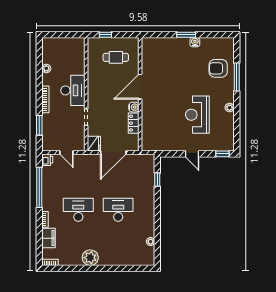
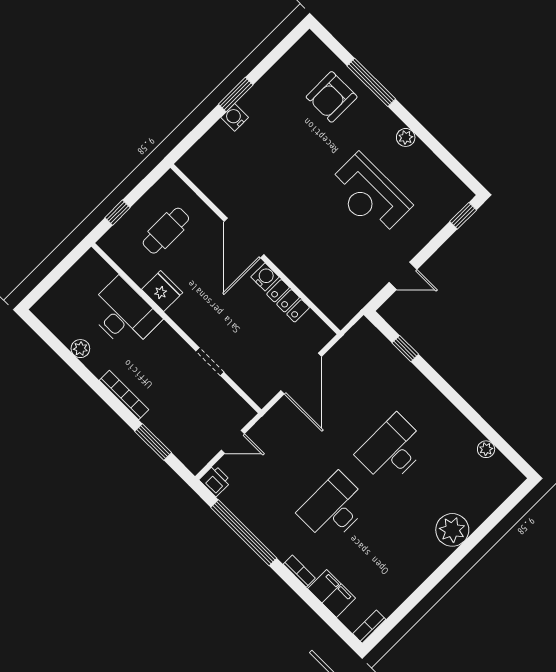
water cooler: (195, 42) -> (235, 117), moved
desk: (73, 90) -> (124, 314), moved
fridge: (94, 144) -> (162, 291), moved
door: (192, 154) -> (403, 276), moved
plant: (90, 258) -> (452, 530), moved

